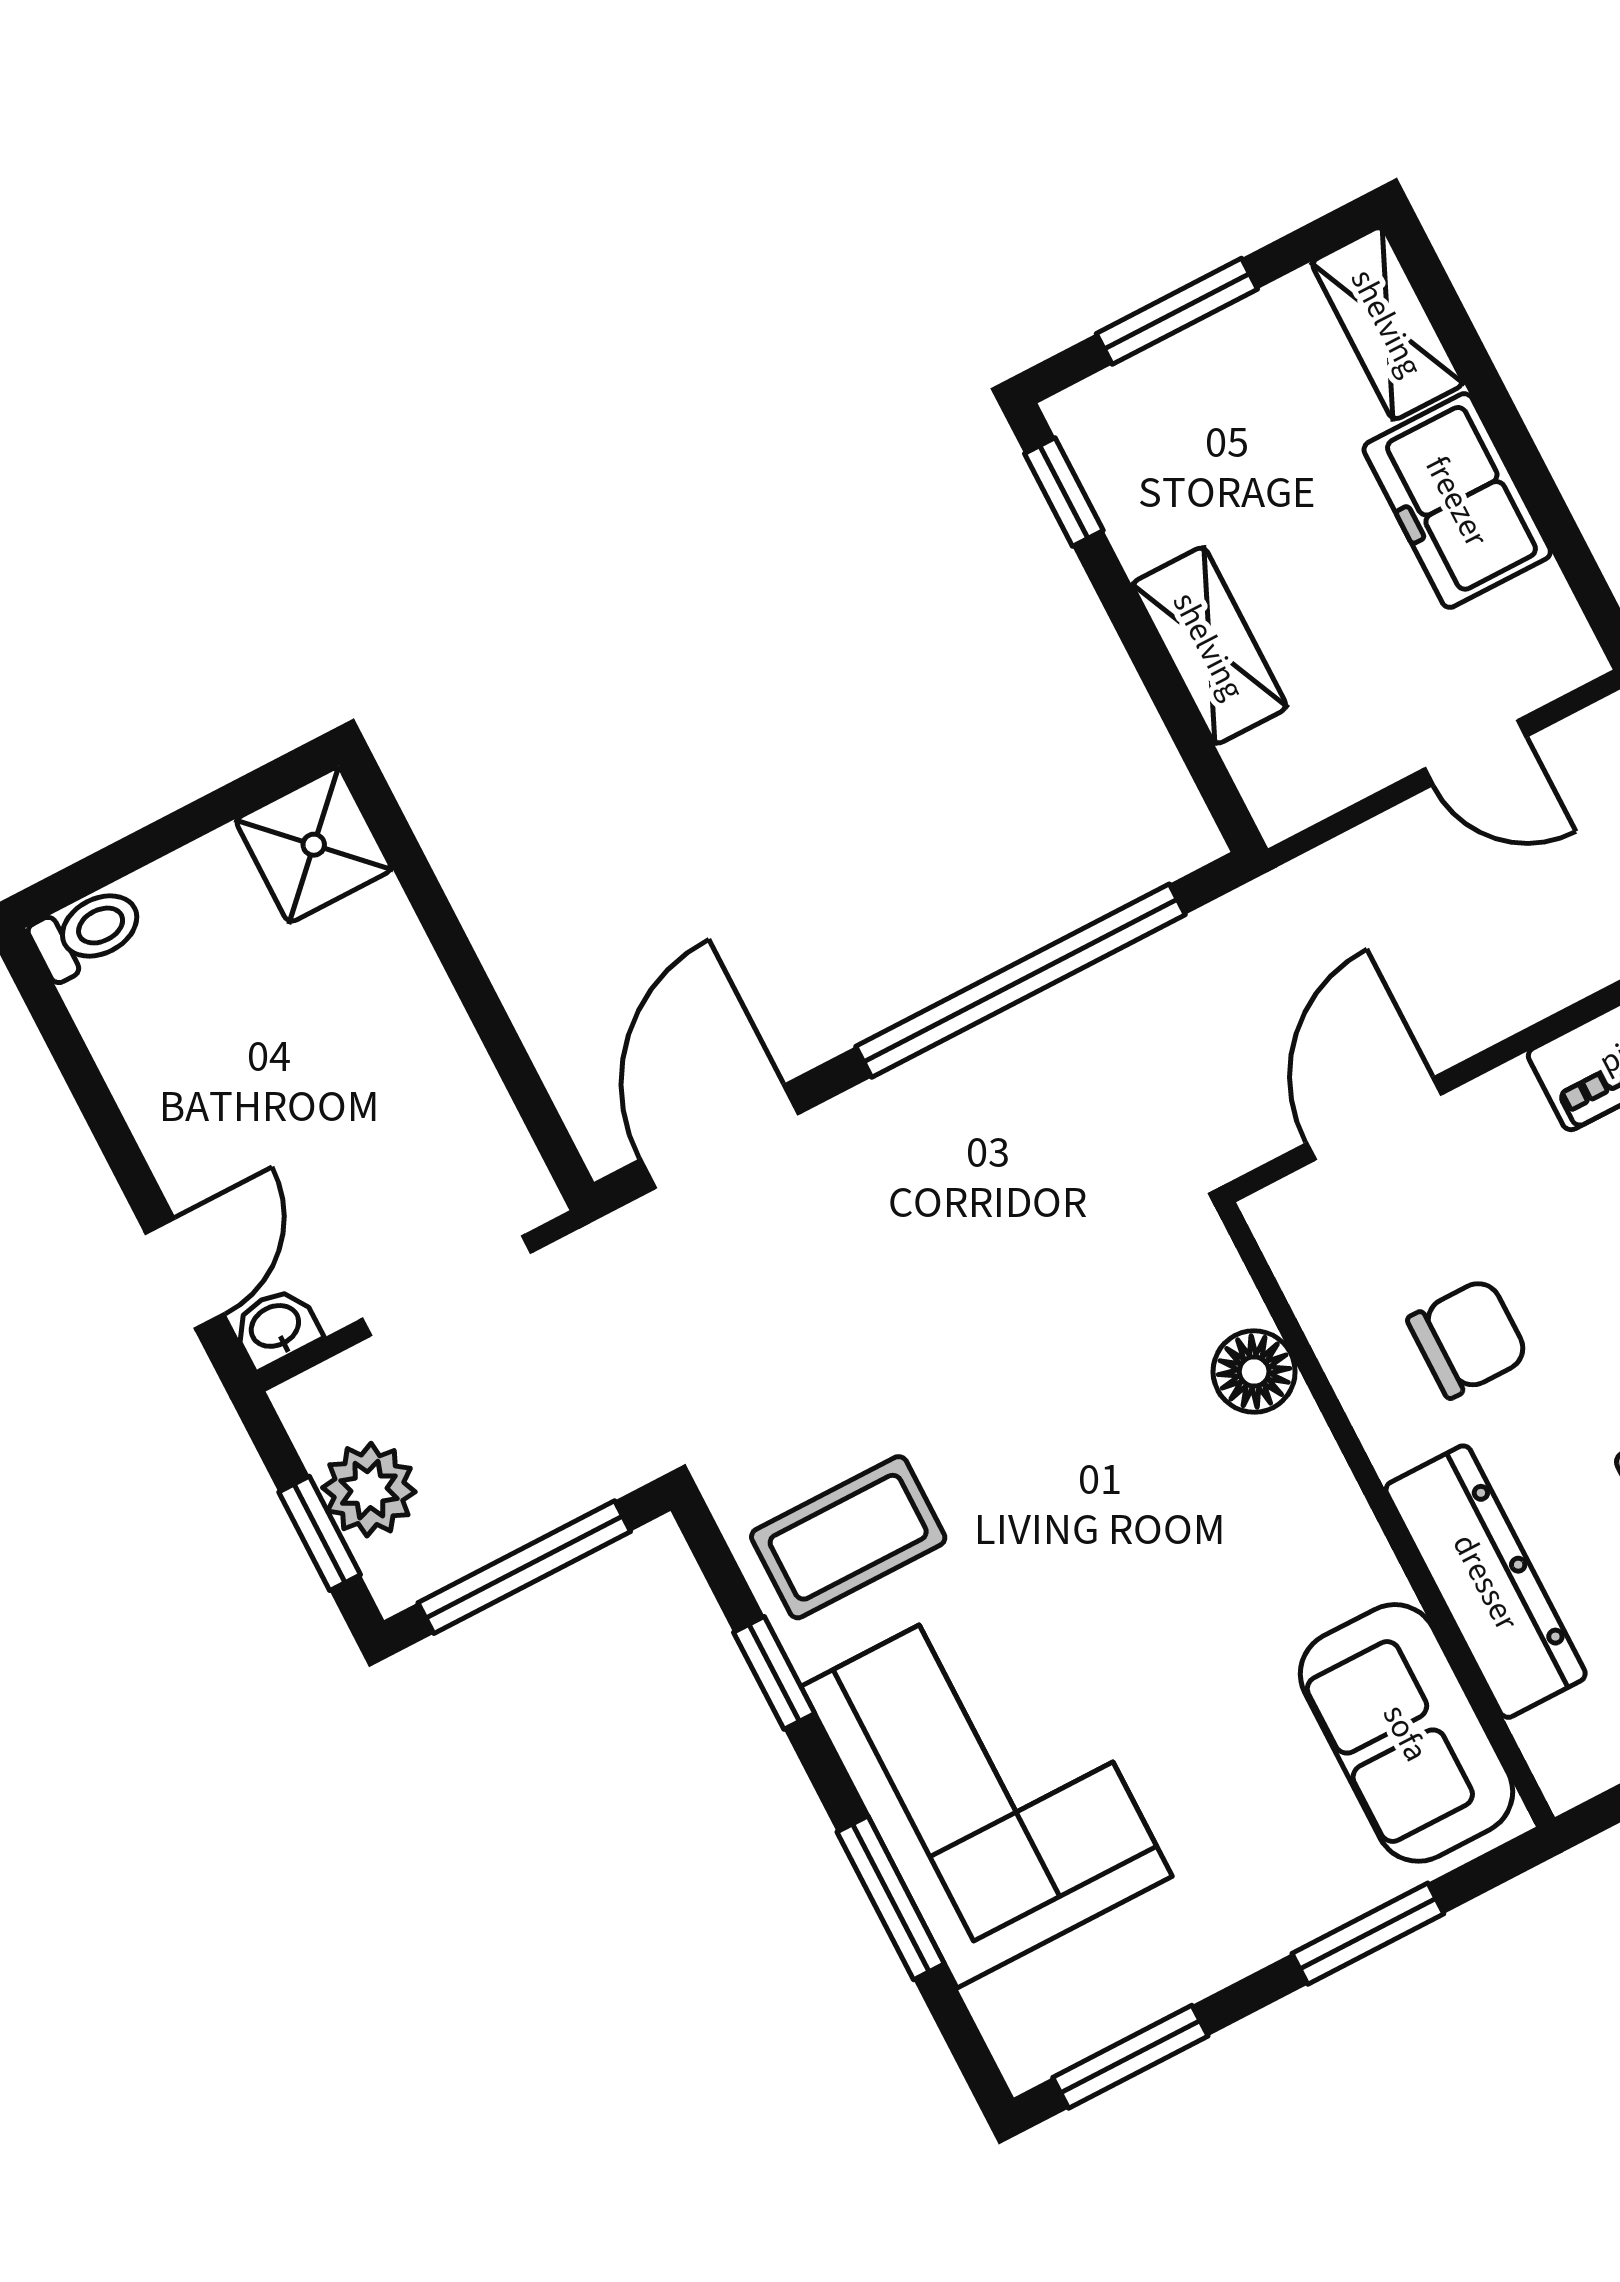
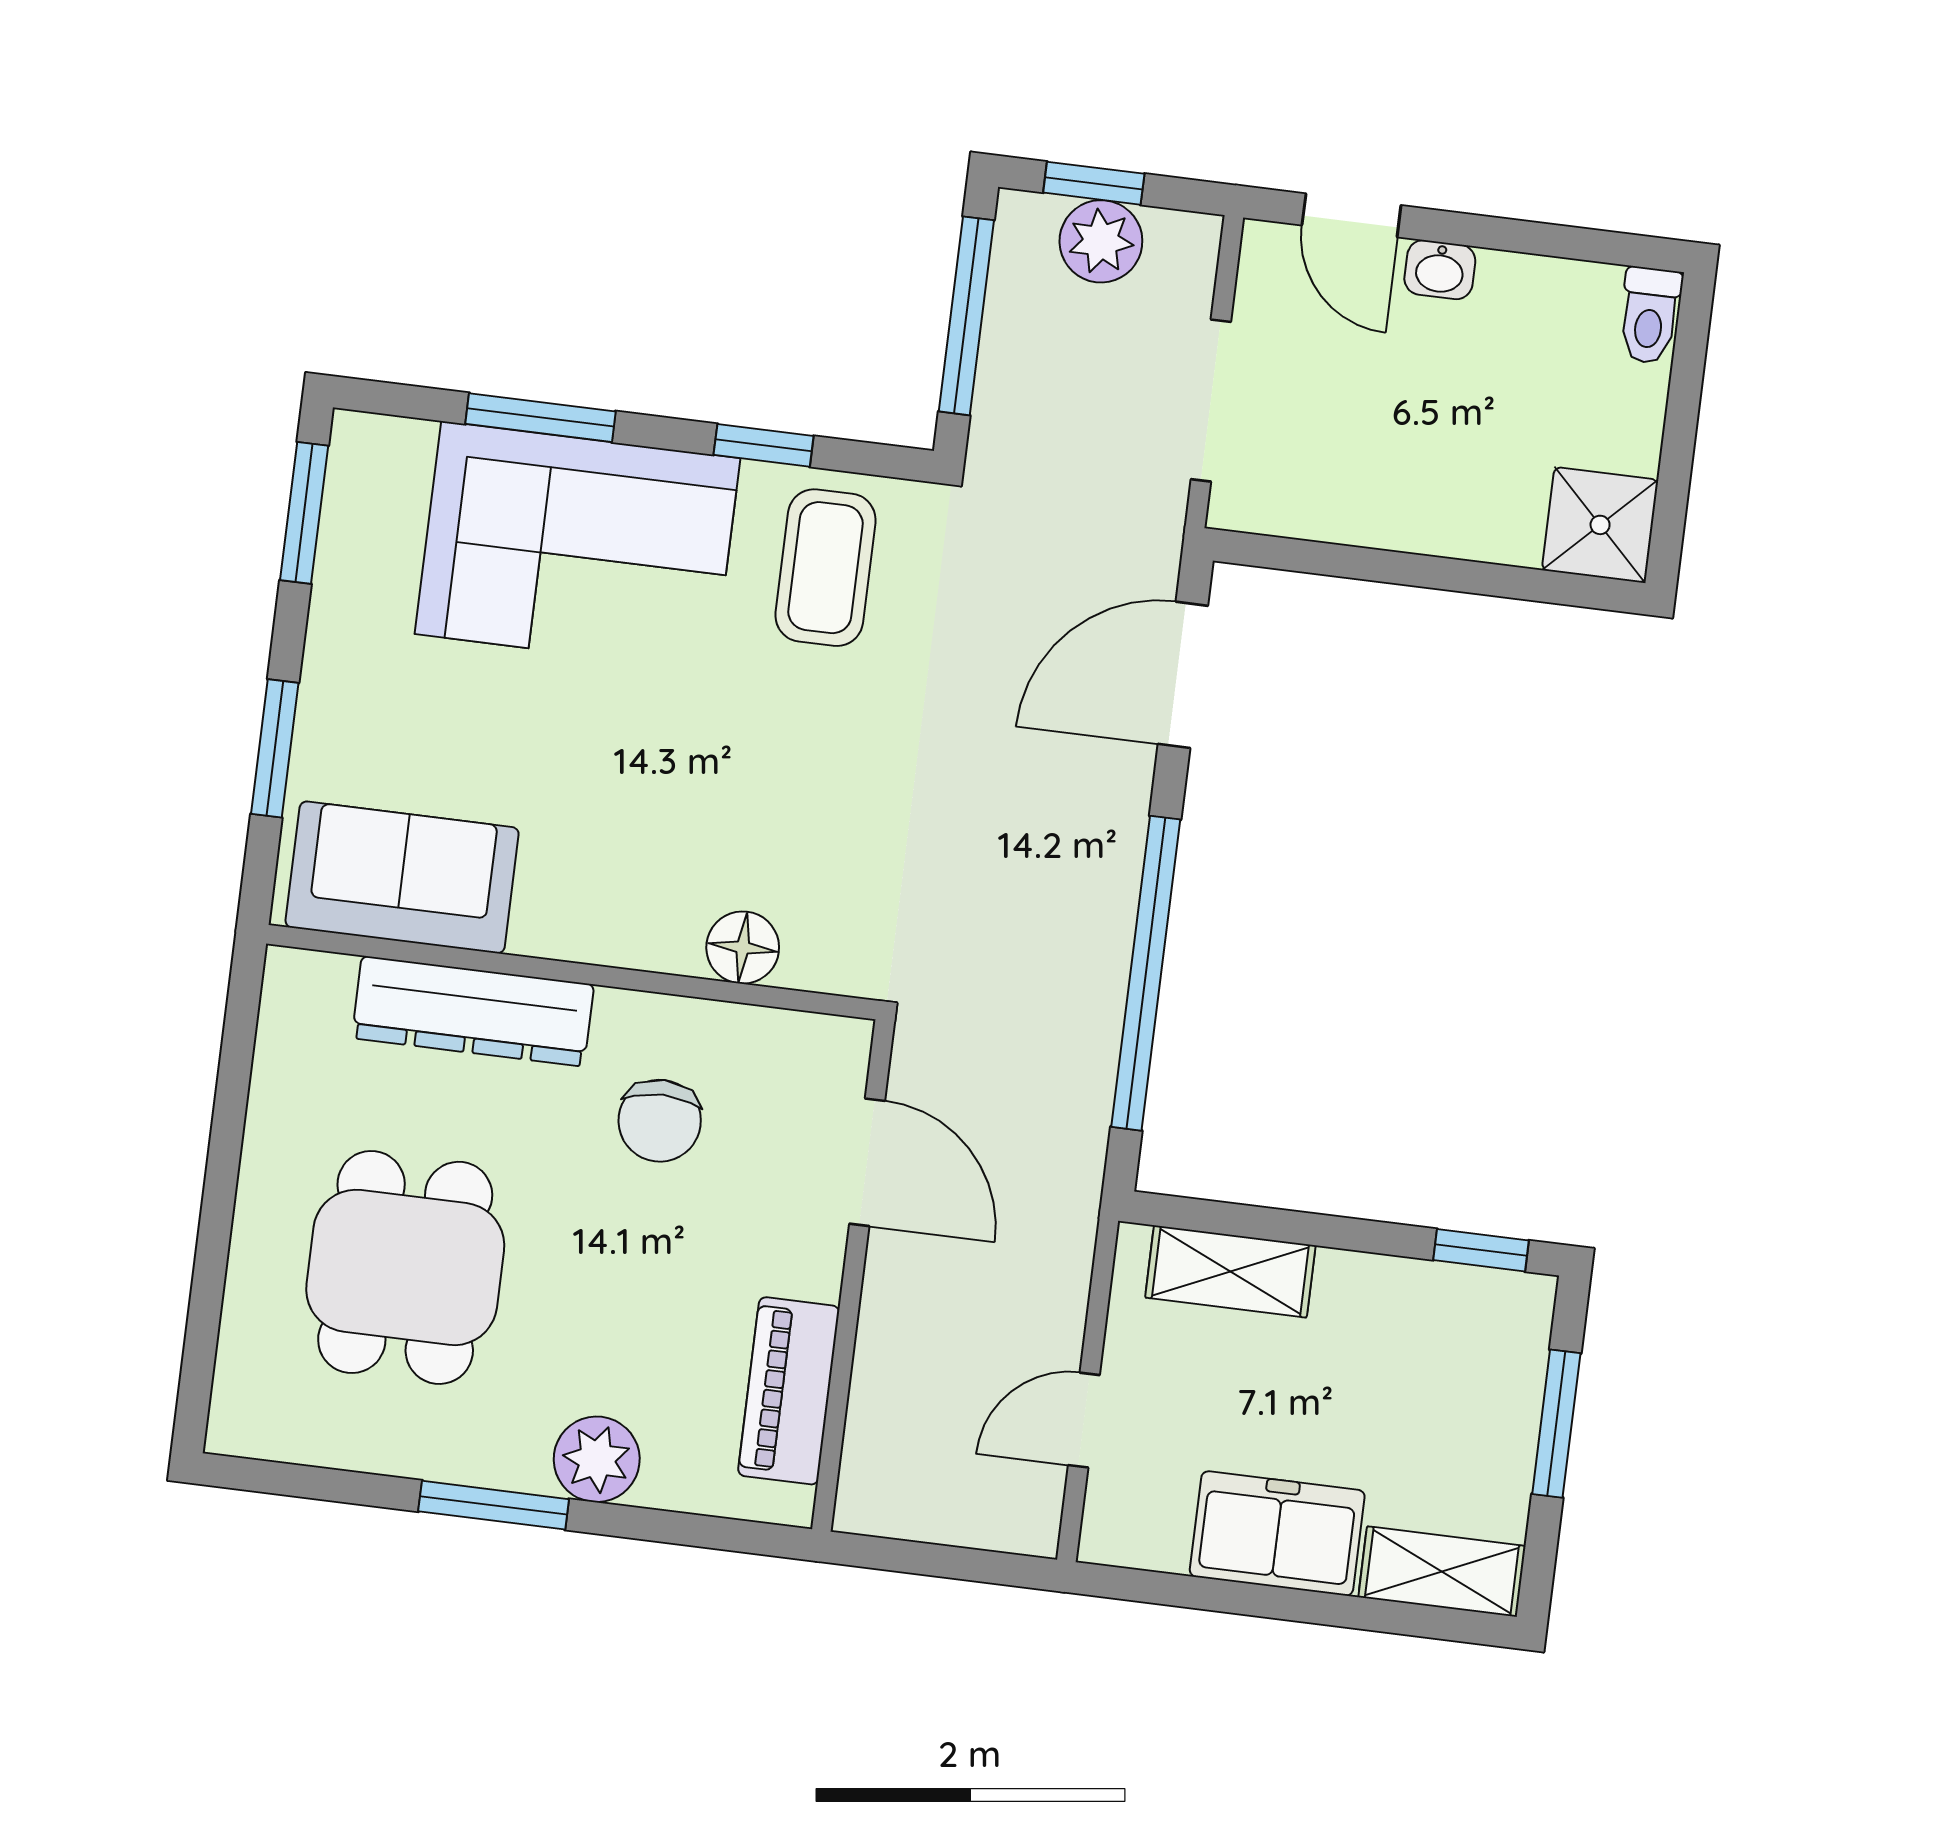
shelving: (1209, 646) -> (1230, 1271), moved
door: (720, 1137) -> (1183, 675), swing flipped
washbasin: (276, 1328) -> (1440, 270), moved, turned 90

